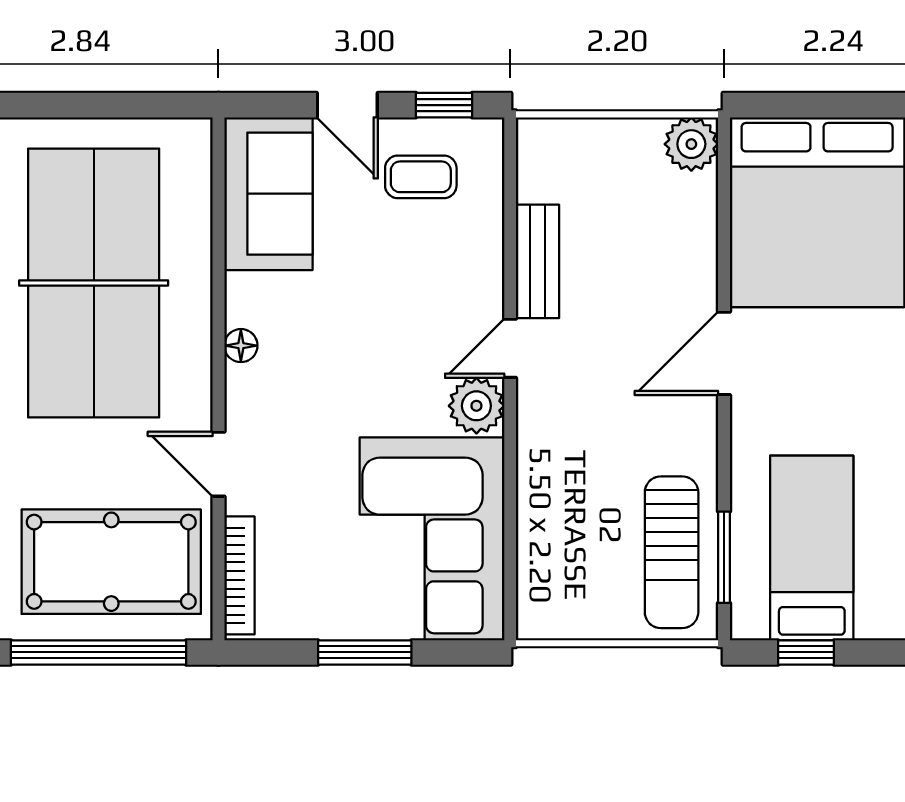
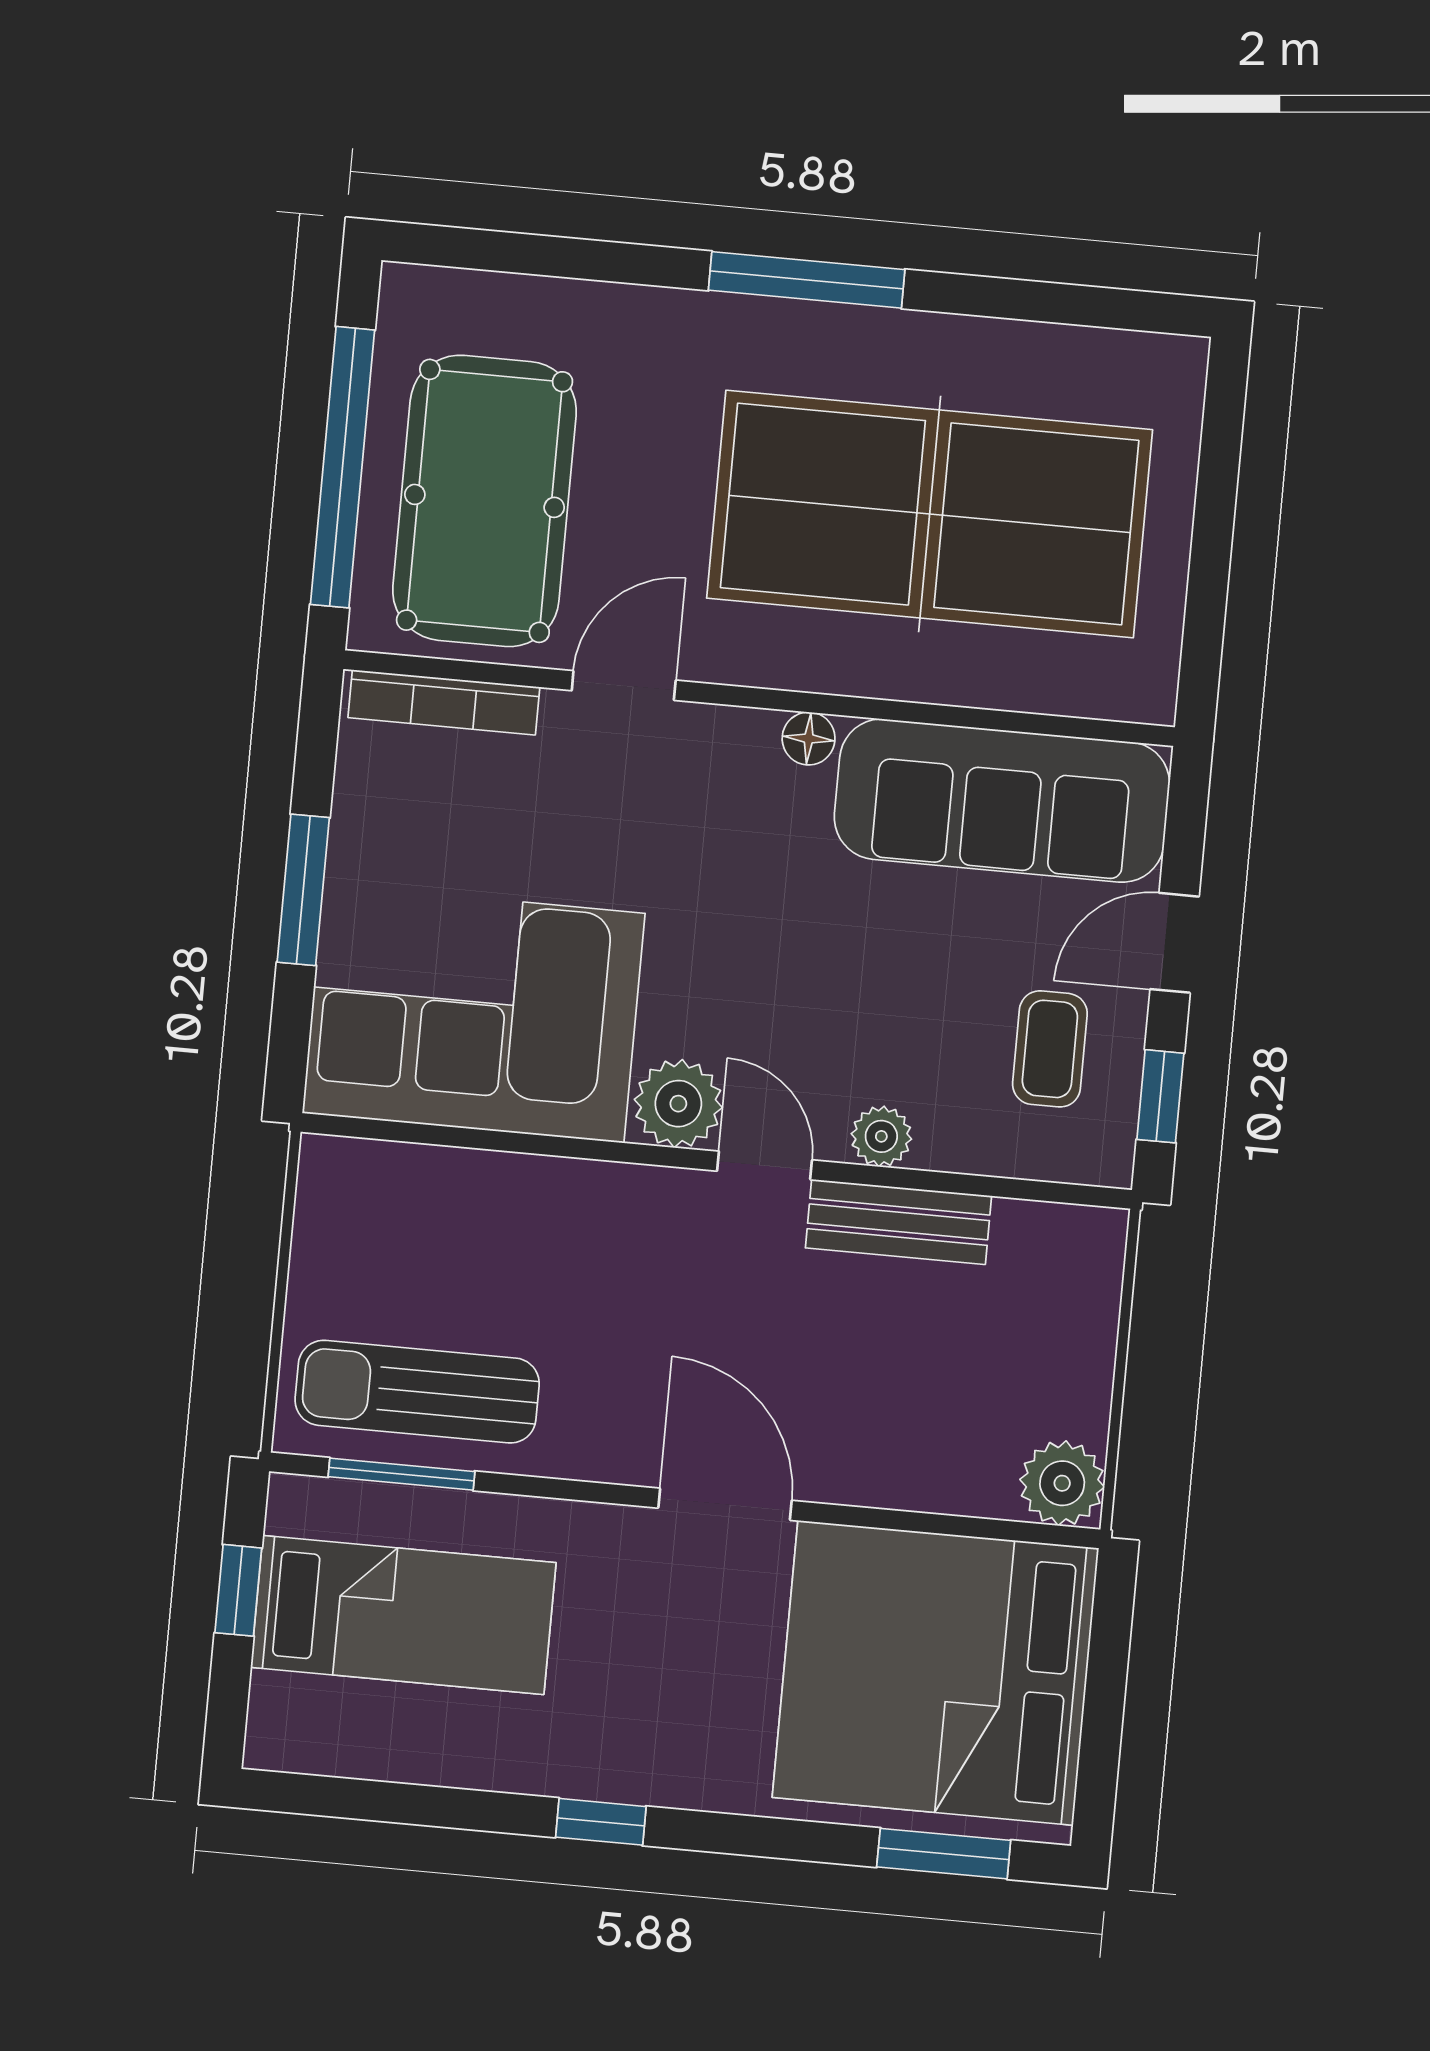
sofa: (268, 194) -> (1002, 801), width x1.36
plant: (485, 277) -> (881, 1136), added

